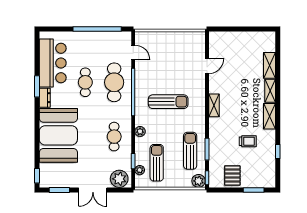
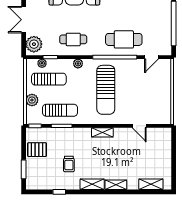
shelving: (270, 65) -> (151, 184), moved
cafe table: (85, 82) -> (124, 13), removed
sun lounger: (168, 102) -> (106, 90), width x1.36, depth x1.34
plant: (199, 181) -> (32, 100), moved

